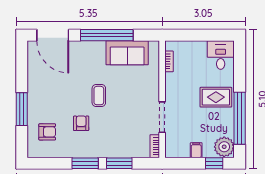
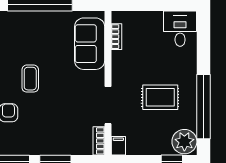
sofa: (127, 53) -> (90, 44), moved, turned 90
rug: (216, 97) -> (160, 97), moved
filing cabinet: (196, 150) -> (118, 146), moved

